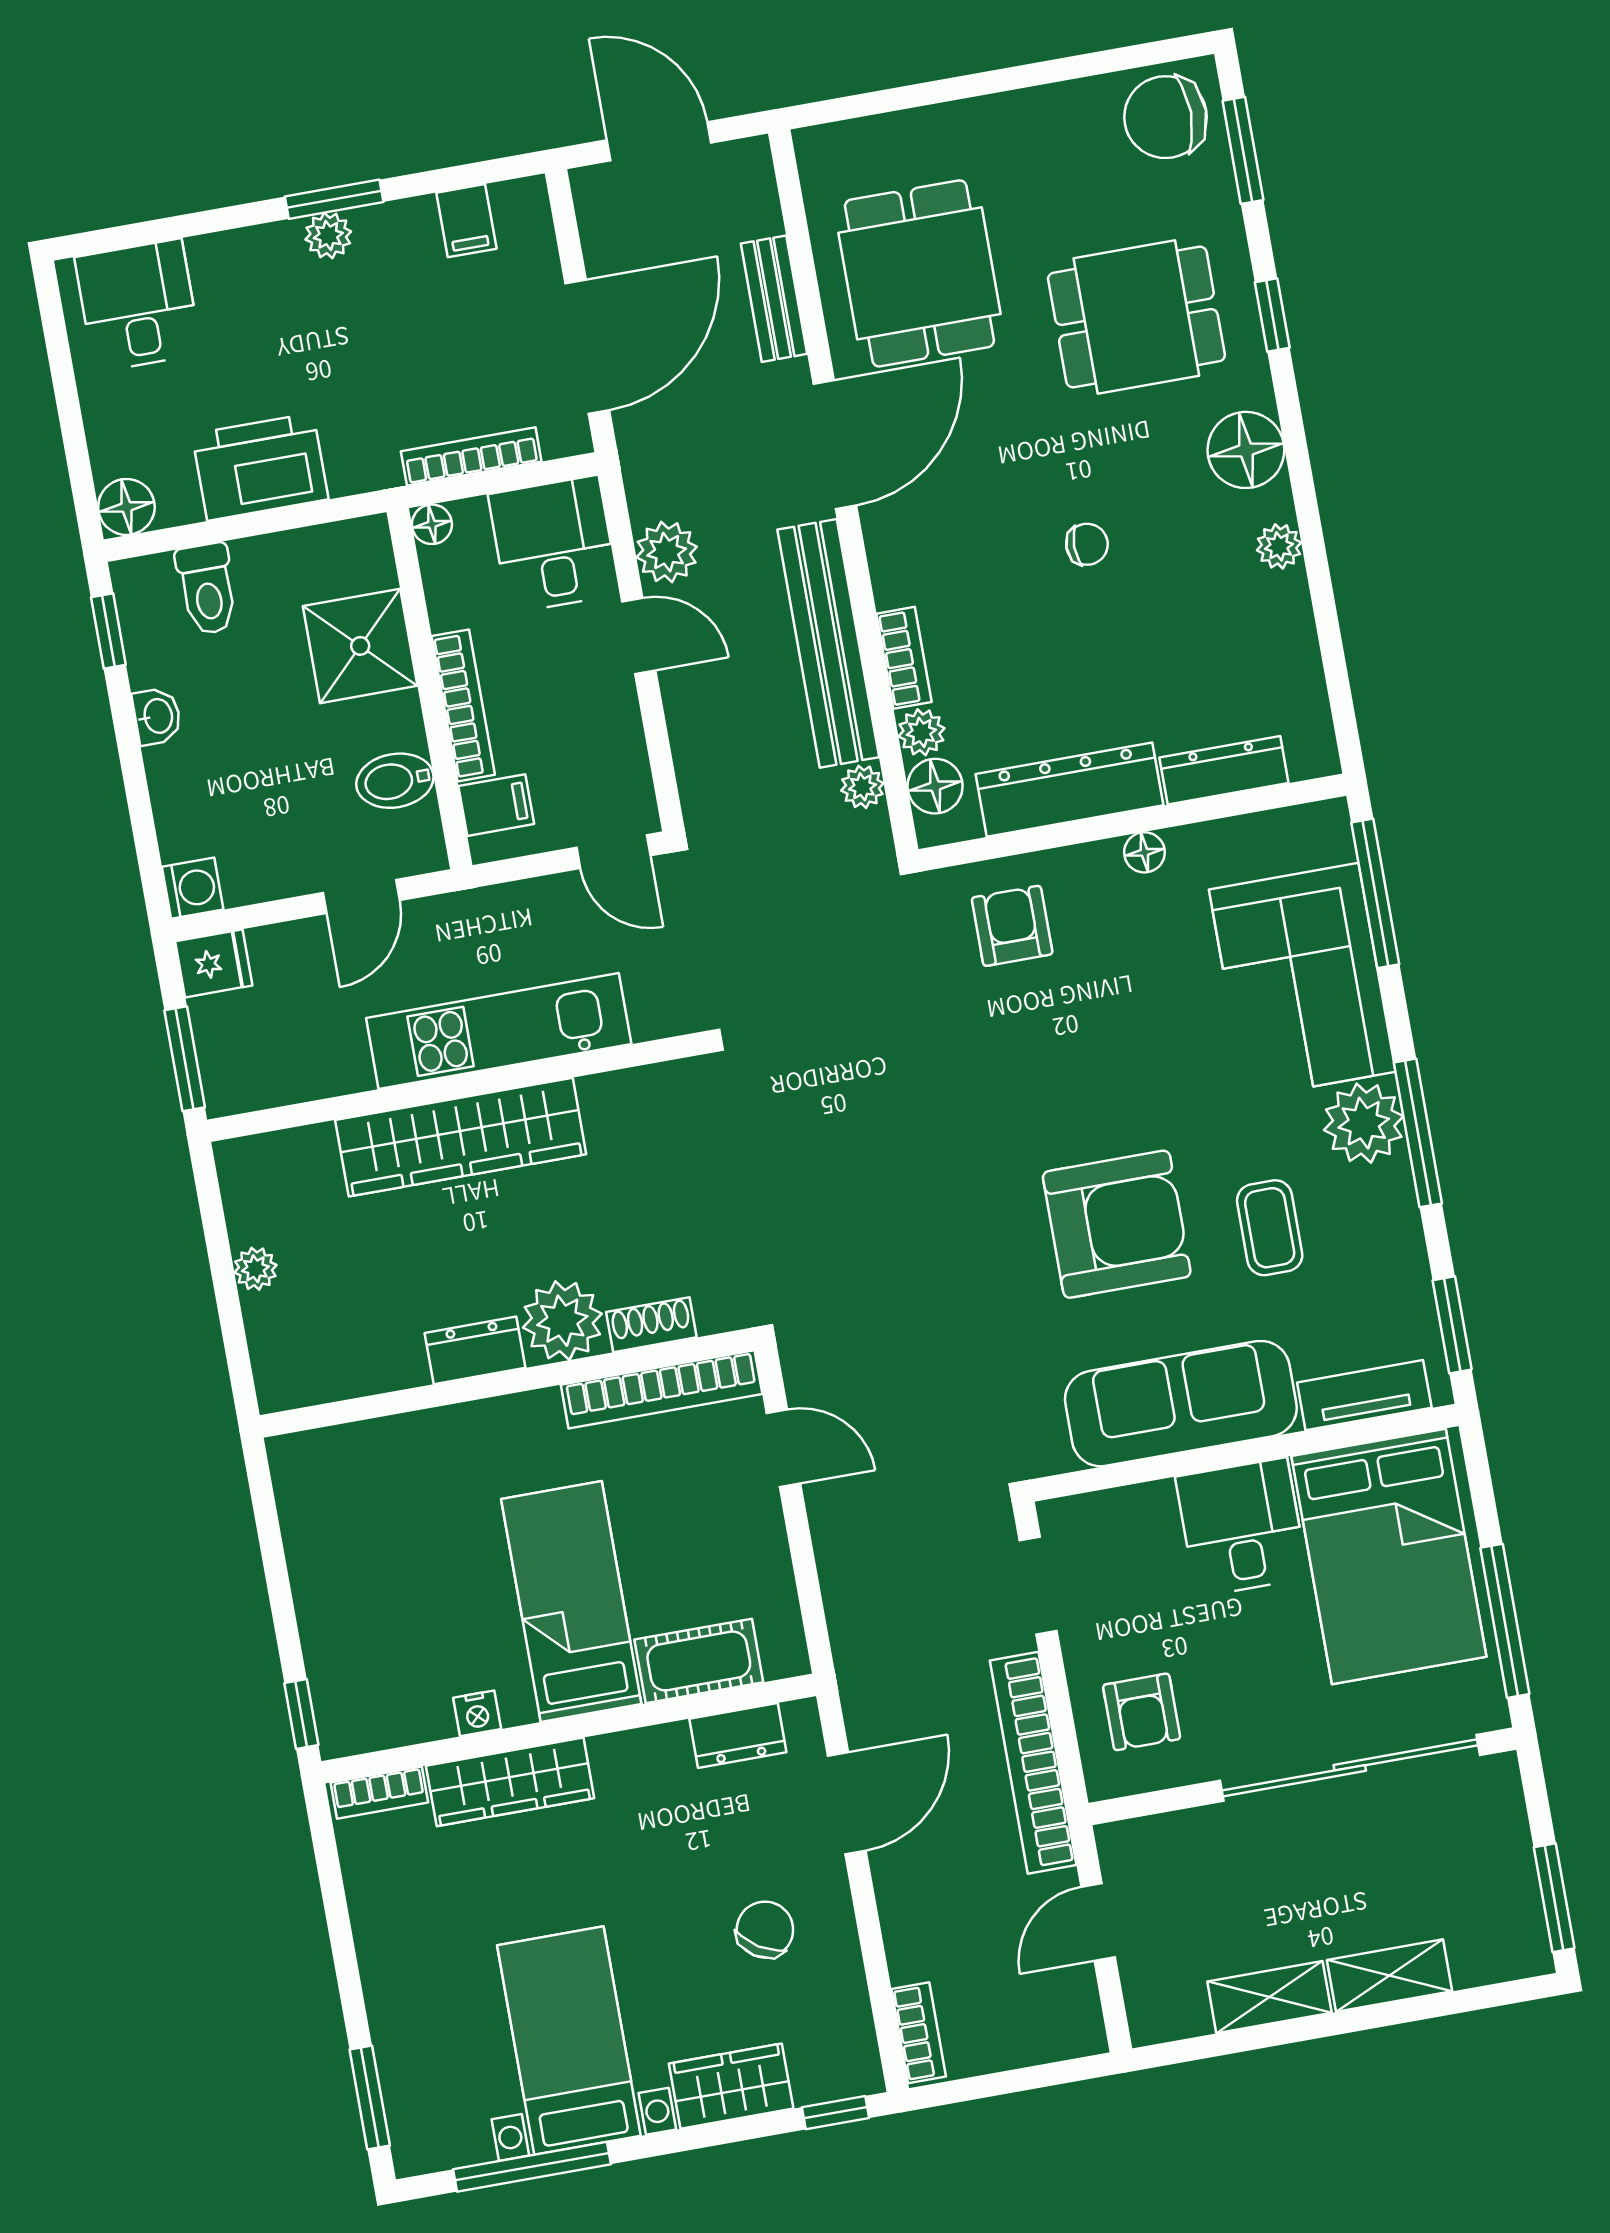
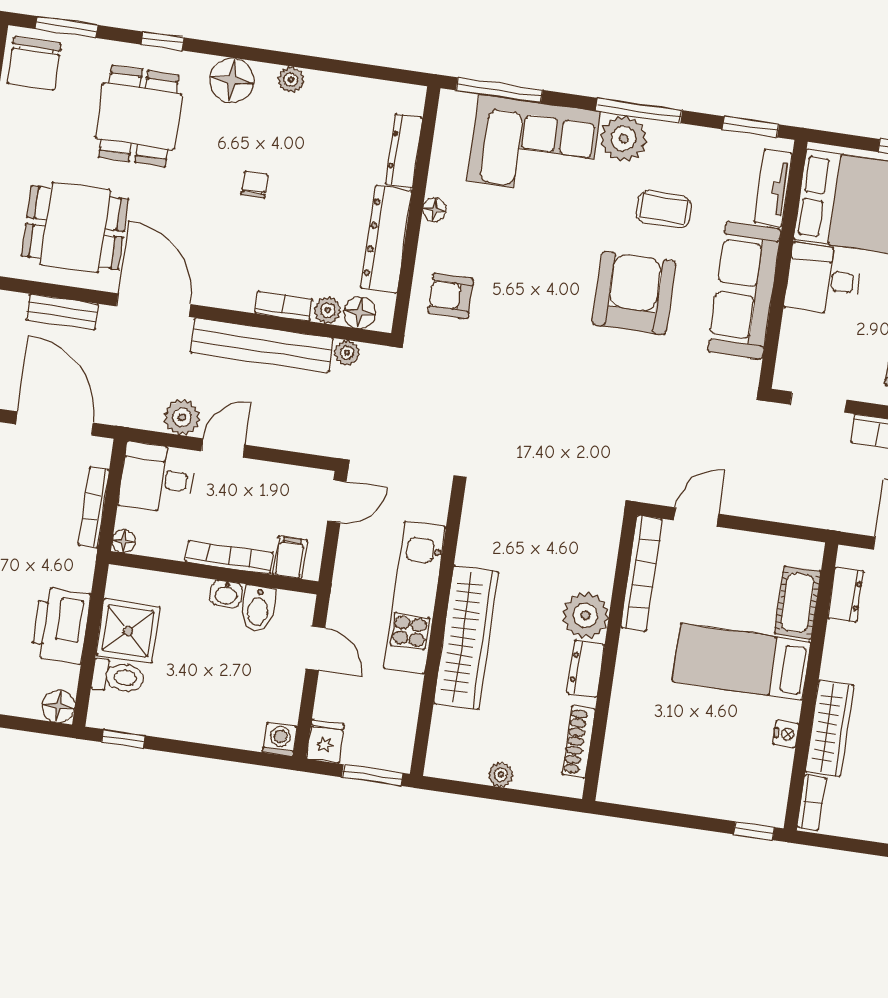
shower: (360, 646) -> (128, 631), moved
washbasin: (157, 716) -> (226, 594), moved, turned 180
shoe rack: (651, 1325) -> (579, 742), moved, width x1.43

